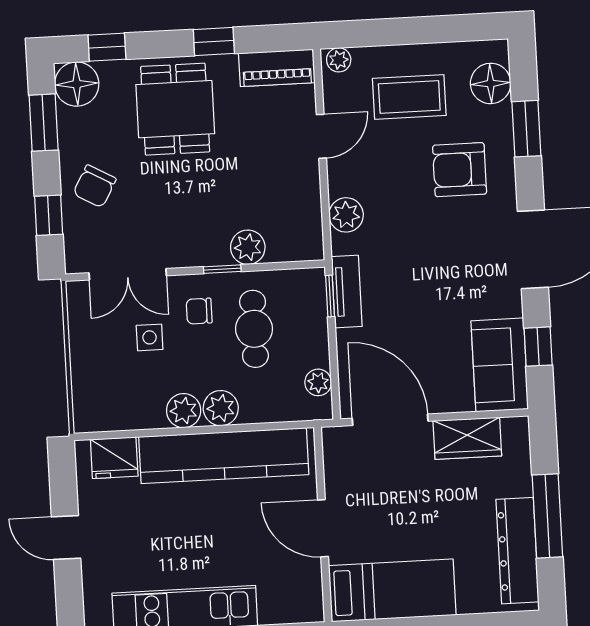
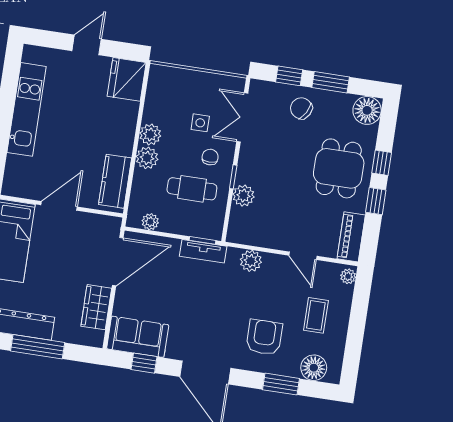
window: (107, 47) -> (382, 163), moved
coffee table: (409, 97) -> (316, 315), width x0.73, depth x0.77
dining table: (175, 109) -> (339, 168), turned 90
window: (44, 123) -> (331, 82), moved
kitchen counter: (224, 456) -> (115, 181), width x0.48, depth x0.86
fridge: (114, 458) -> (127, 79), width x1.36, depth x1.34

